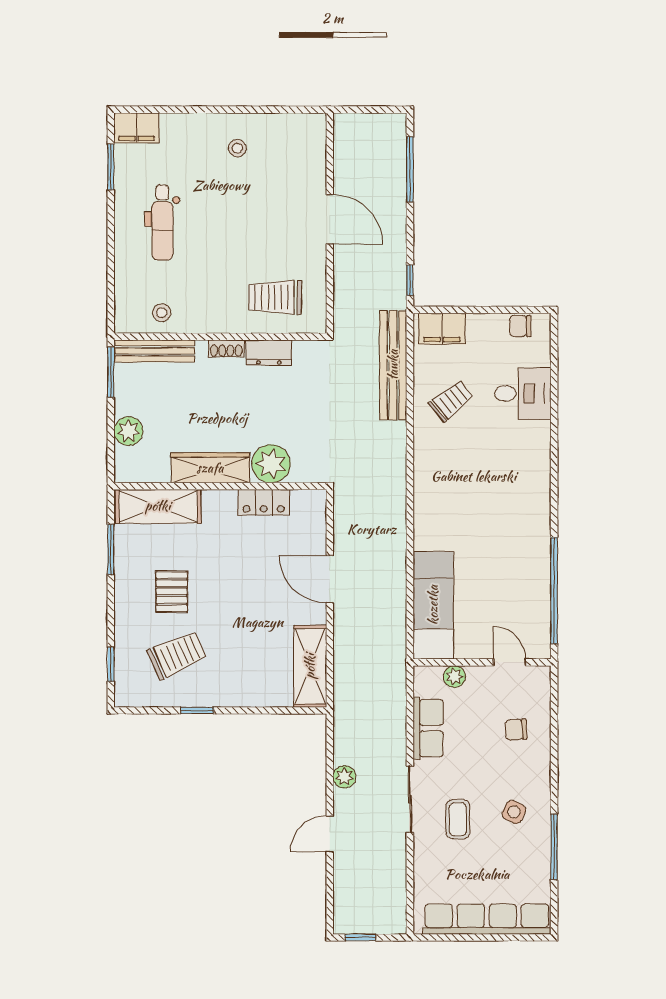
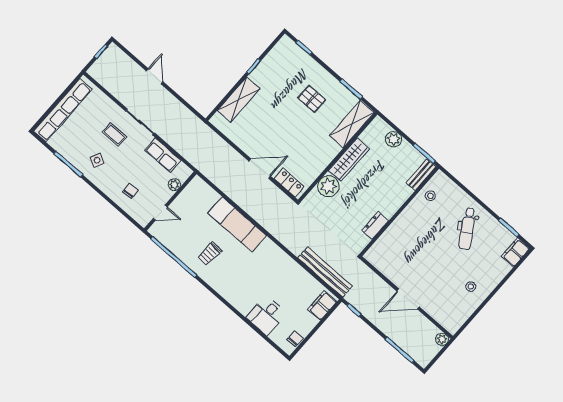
dental chair: (162, 223) -> (467, 229), turned -122
trolley: (275, 297) -> (396, 248), removed
shoe rack: (226, 348) -> (392, 209), removed
bench: (155, 351) -> (421, 175), width x0.73
trolley: (451, 401) -> (210, 254), moved, turned 44
locker: (264, 502) -> (289, 183), moved, turned 90
exam couch: (433, 605) -> (237, 224), moved
trolley: (177, 655) -> (284, 78), removed
shelving: (310, 666) -> (239, 100), moved, turned 90
plant: (344, 777) -> (442, 339), moved

